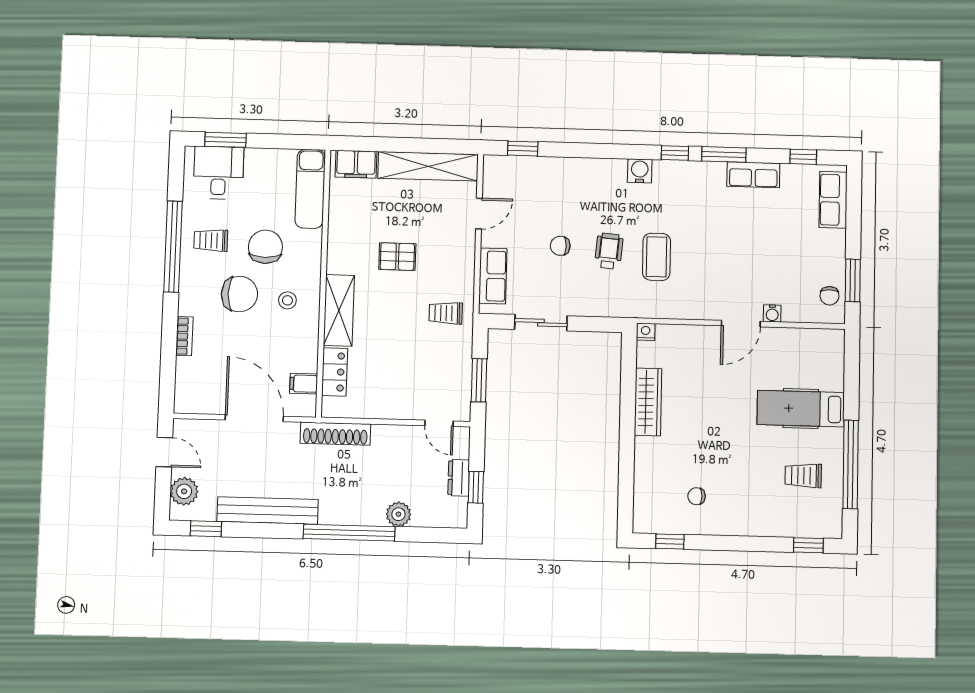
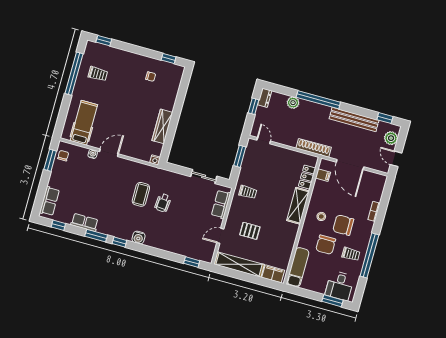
chair: (560, 246) -> (185, 211), removed
pallet: (397, 257) -> (250, 231), moved
hospital bed: (801, 409) -> (84, 123), moved, turned -90
dresser: (459, 478) -> (265, 98), moved

